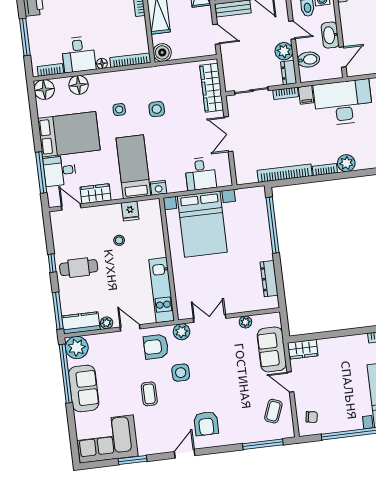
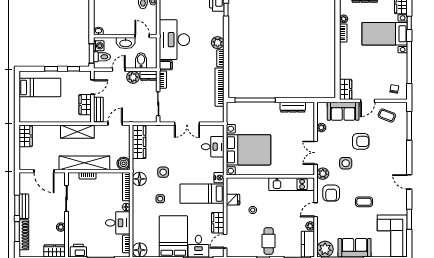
floor lamp: (79, 85) -> (139, 179), moved
wardrobe: (212, 88) -> (139, 142), moved, turned -90
side table: (181, 373) -> (346, 163), moved
armchair: (206, 424) -> (361, 141), moved

